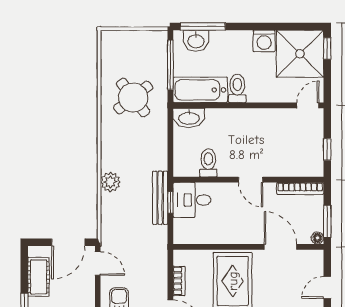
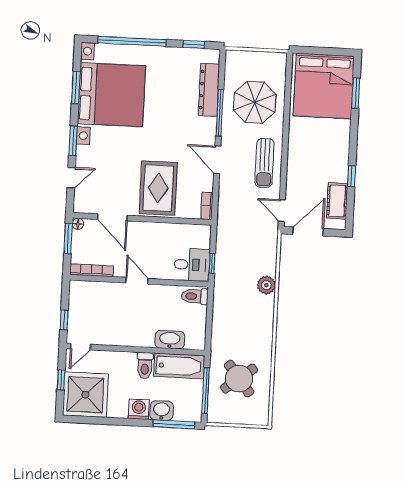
washbasin: (196, 41) -> (162, 411), moved
washing machine: (264, 41) -> (139, 409), moved
window: (327, 49) -> (61, 380), moved
round table: (133, 98) -> (239, 379), moved
washbasin: (189, 118) -> (170, 340), moved
window: (327, 149) -> (64, 320), moved
toilet: (208, 163) -> (195, 296), moved, turned 90
bench: (160, 198) -> (221, 268), removed
bookcase: (179, 281) -> (207, 206), moved

